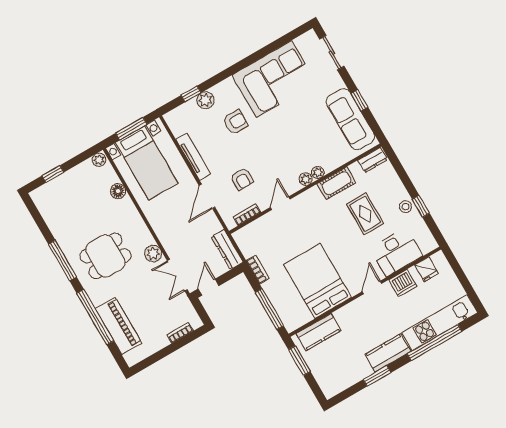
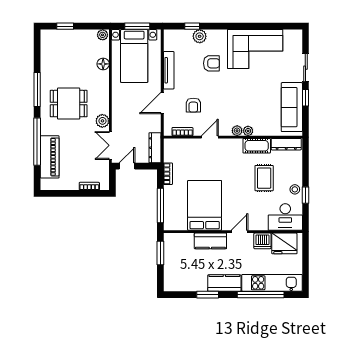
sliding door: (332, 53) -> (305, 68), moved
dresser: (373, 160) -> (286, 144), width x1.44
desk: (396, 252) -> (285, 217), moved
fridge: (427, 269) -> (284, 243), width x1.88, depth x1.34
kitchen counter: (319, 332) -> (210, 241), moved

